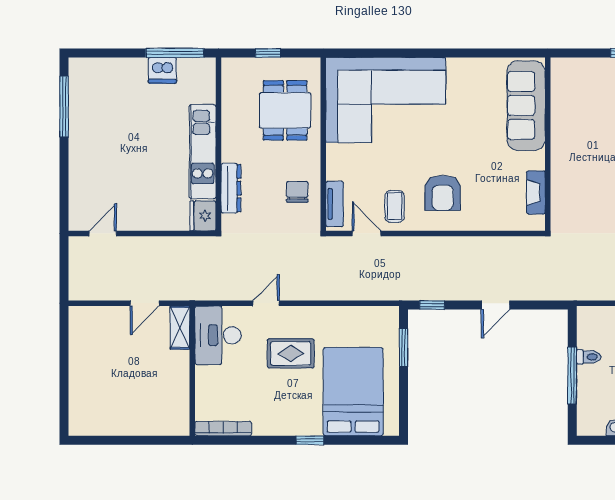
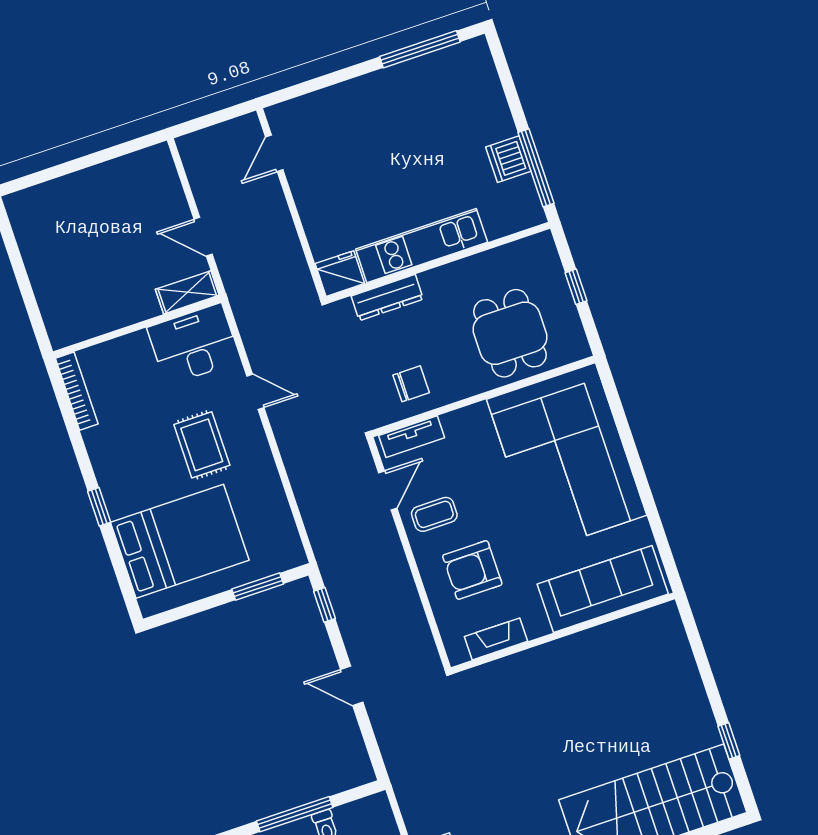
sofa: (526, 106) -> (603, 589), moved
dining table: (285, 110) -> (510, 333), turned 90
wall: (548, 144) -> (563, 633), moved
fireplace: (536, 192) -> (496, 639), moved
door: (103, 233) -> (274, 153), swing flipped

